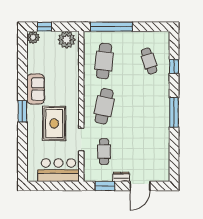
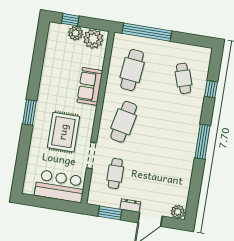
plant: (33, 37) -> (76, 33), moved
sofa: (36, 89) -> (90, 86), moved, turned 180
plant: (163, 176) -> (178, 212), added

